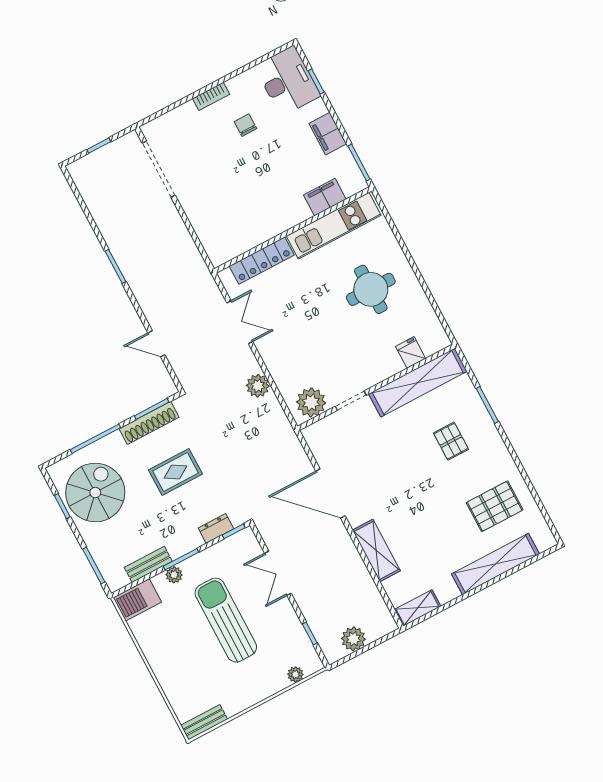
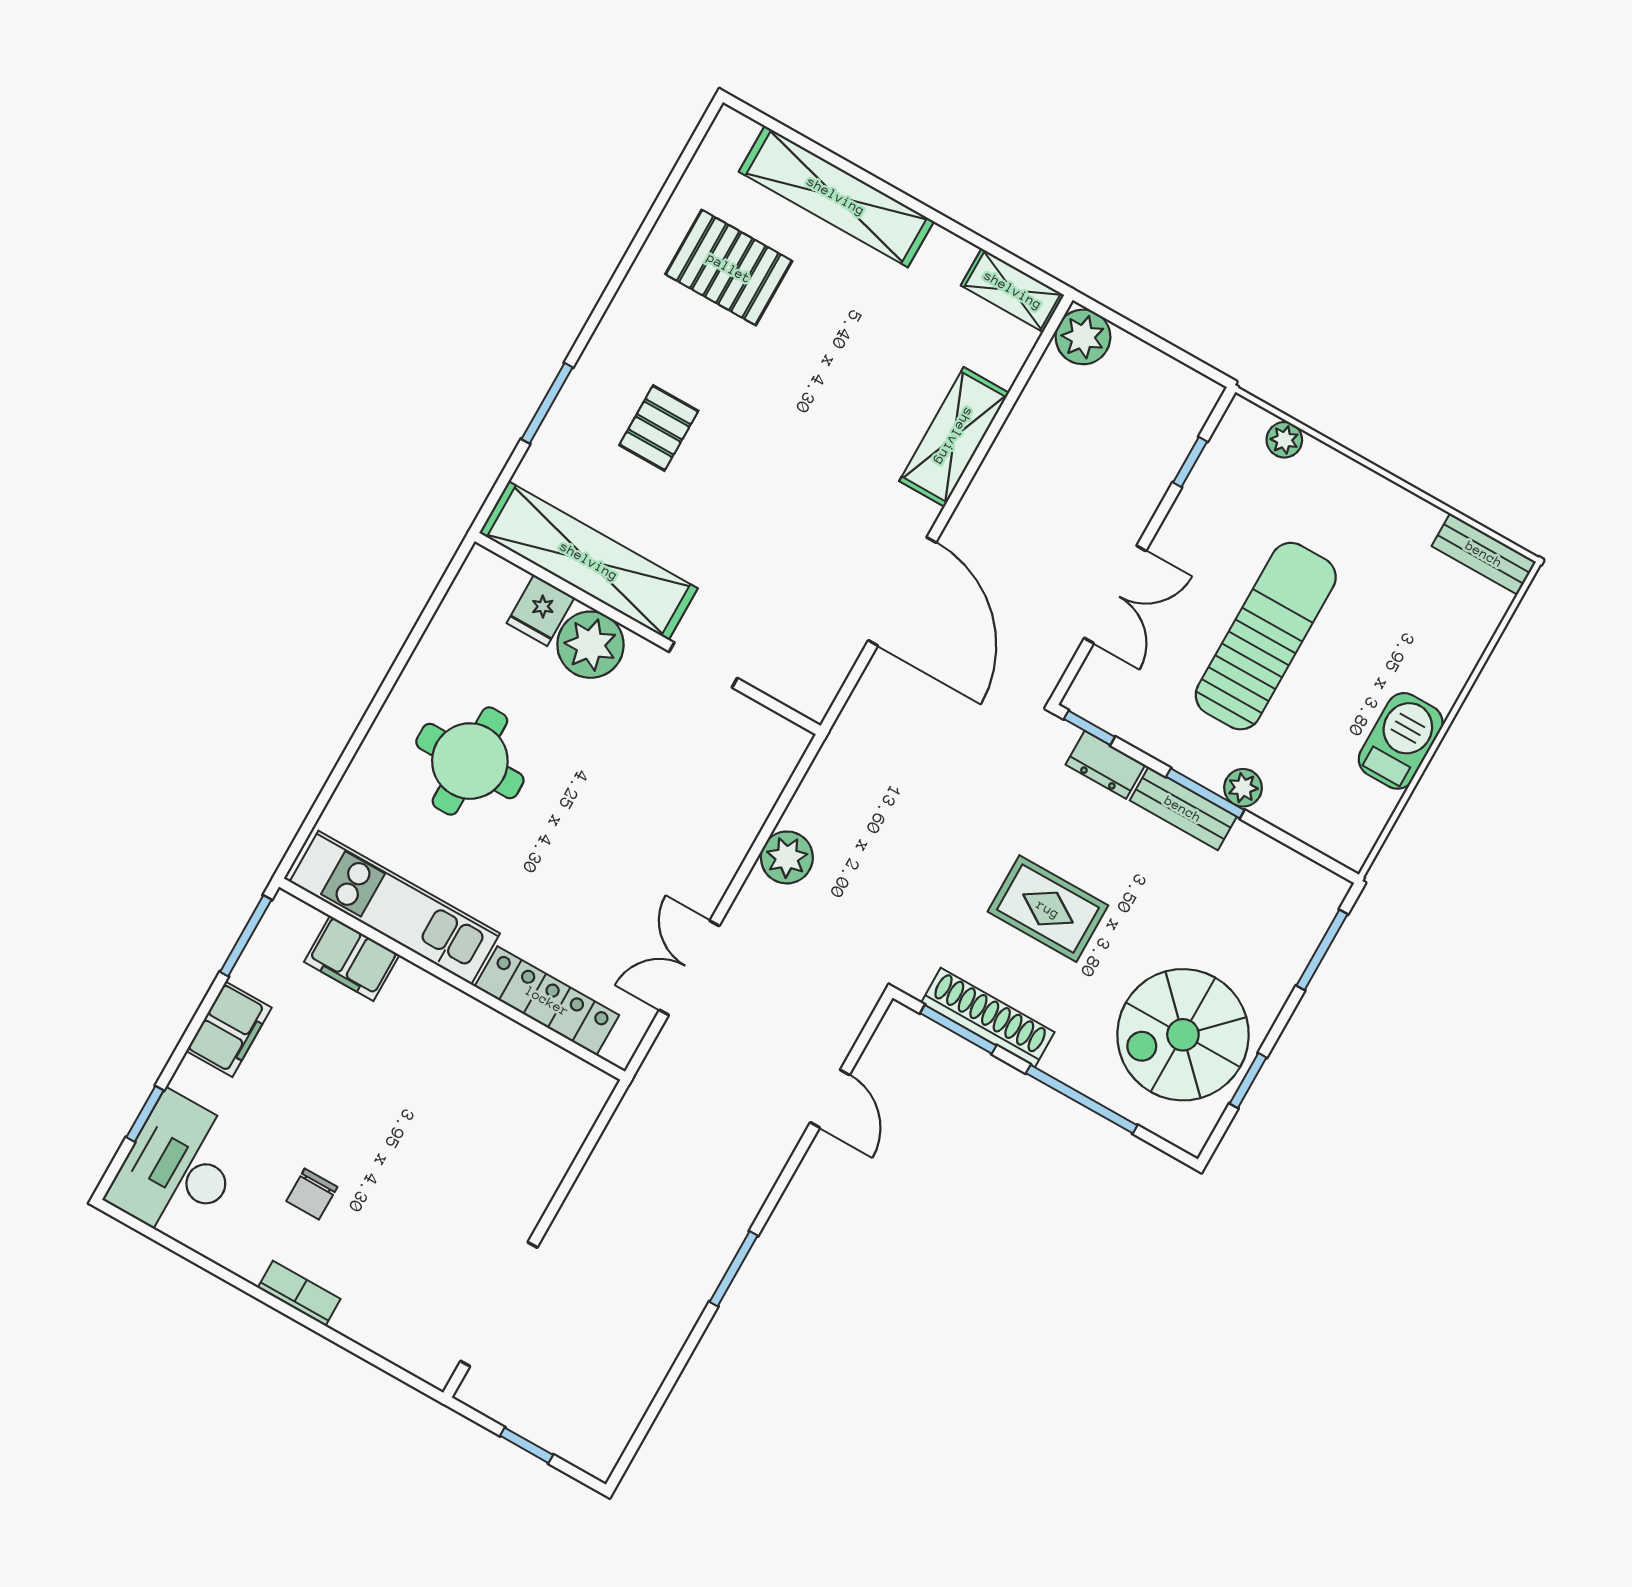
plant: (311, 402) -> (590, 645), moved
bench: (148, 564) -> (1183, 809), moved
barbecue: (137, 600) -> (1401, 741), moved, turned -90
sun lounger: (226, 620) -> (1266, 636), turned 180
plant: (353, 639) -> (1083, 337), moved

